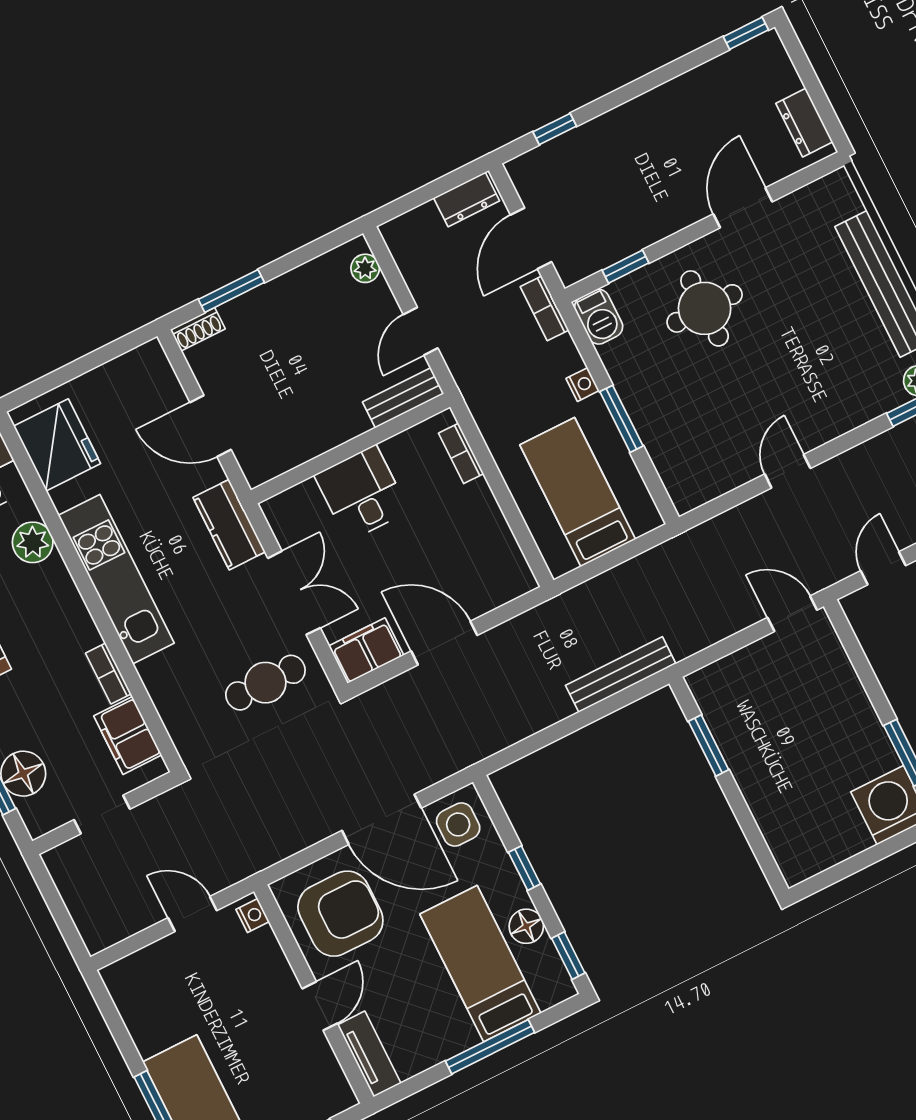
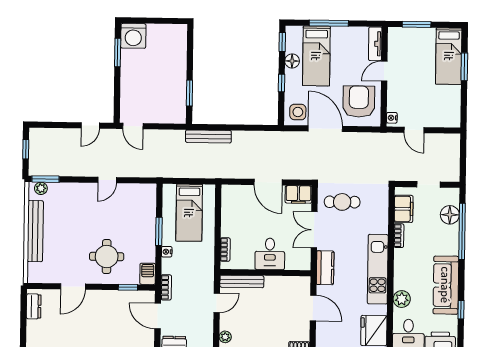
door: (531, 238) -> (158, 316), swing flipped
bench: (403, 398) -> (242, 281), width x1.36
armchair: (340, 914) -> (359, 102), turned 90

